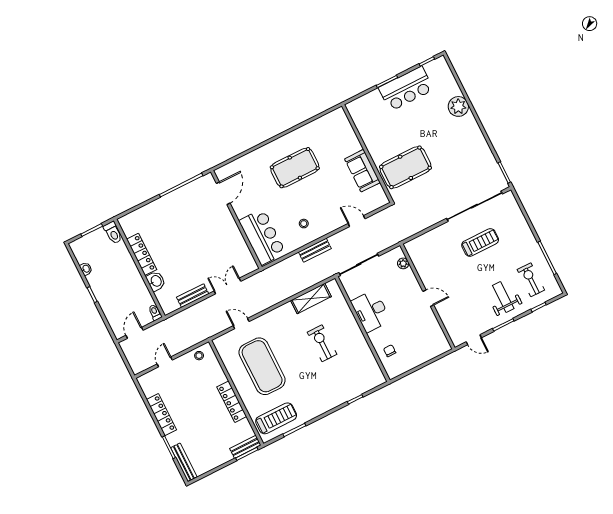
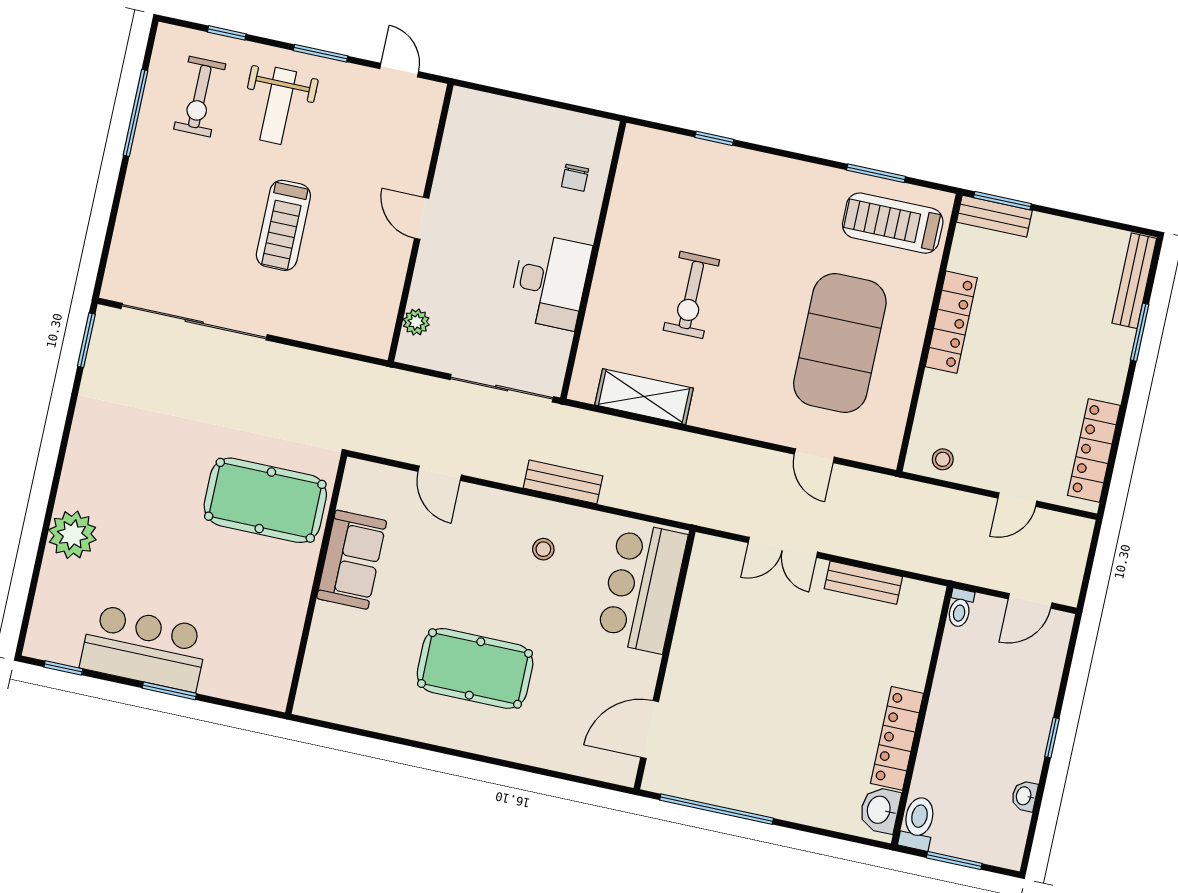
treadmill: (480, 242) -> (283, 225), moved, turned -90
washbasin: (156, 281) -> (880, 810), moved
locker: (161, 415) -> (1094, 450), moved

